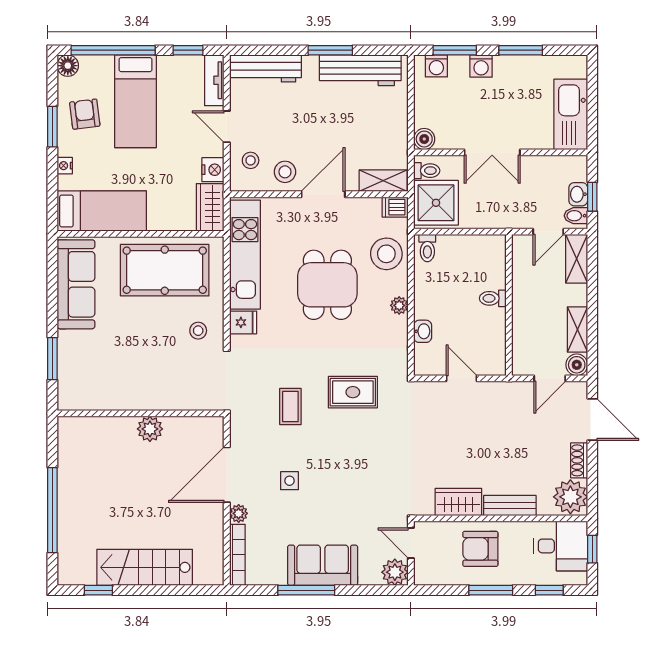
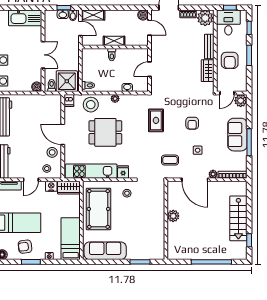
shelving: (383, 181) -> (56, 106), removed
shelving: (577, 330) -> (114, 41), moved
coffee table: (290, 407) -> (170, 160), moved
armchair: (347, 469) -> (192, 123), added

